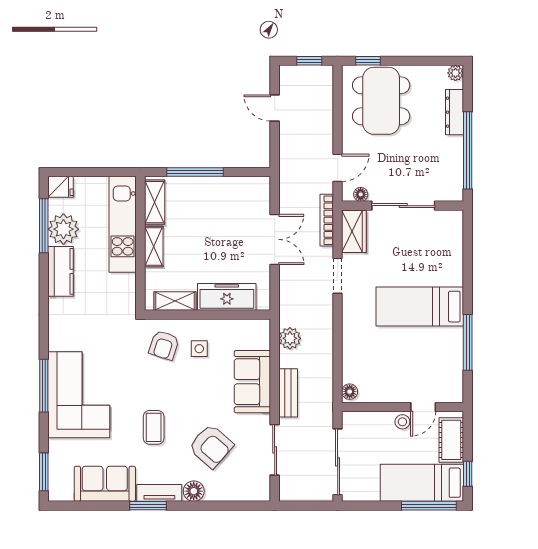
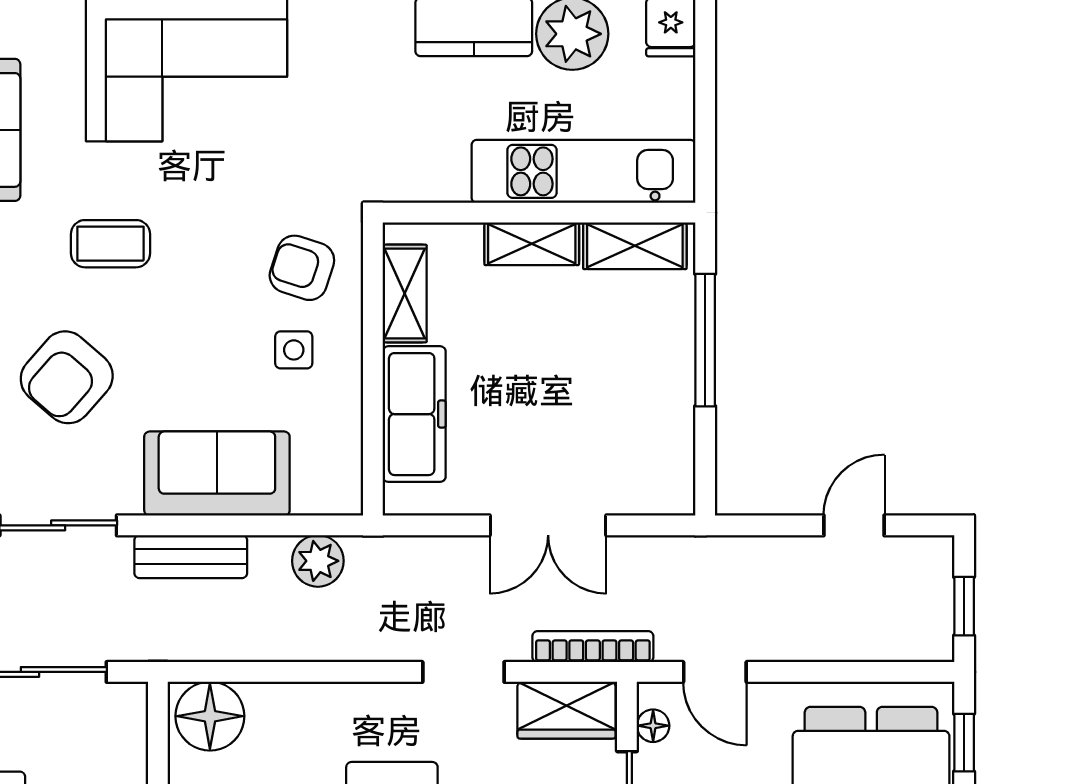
floor lamp: (350, 392) -> (210, 716), width x1.89, depth x1.89

